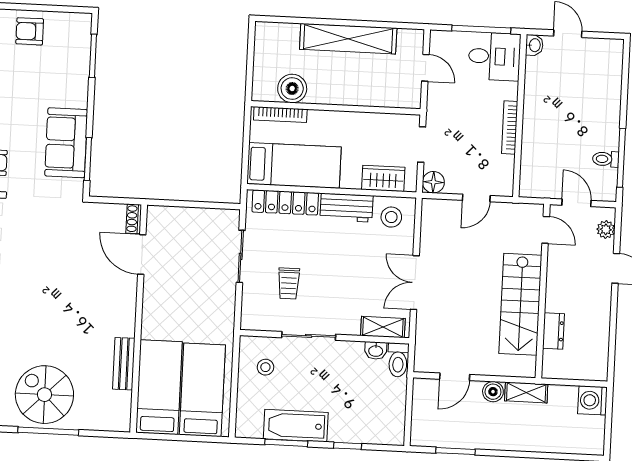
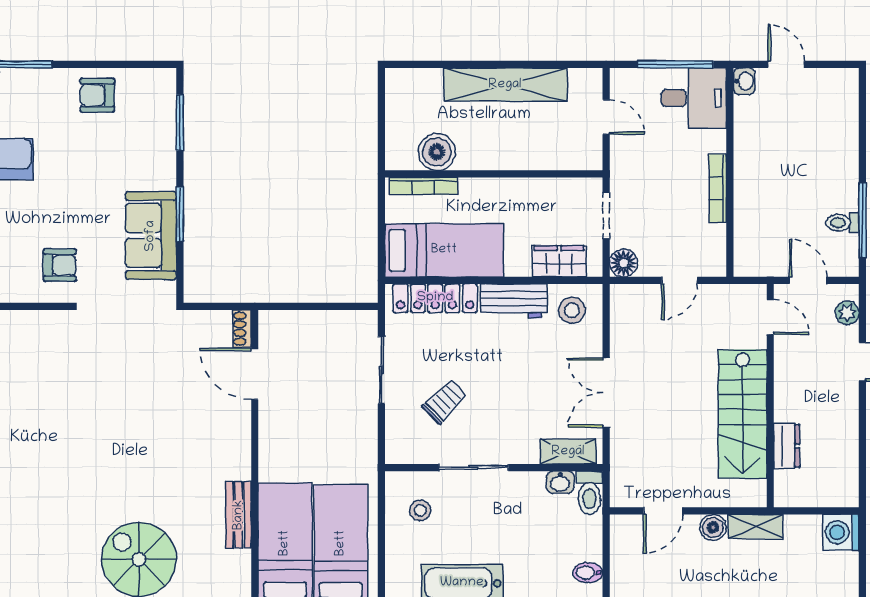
window: (88, 159) -> (180, 214), moved
trolley: (289, 283) -> (445, 402), turned -134
bidet: (394, 422) -> (588, 573), added

